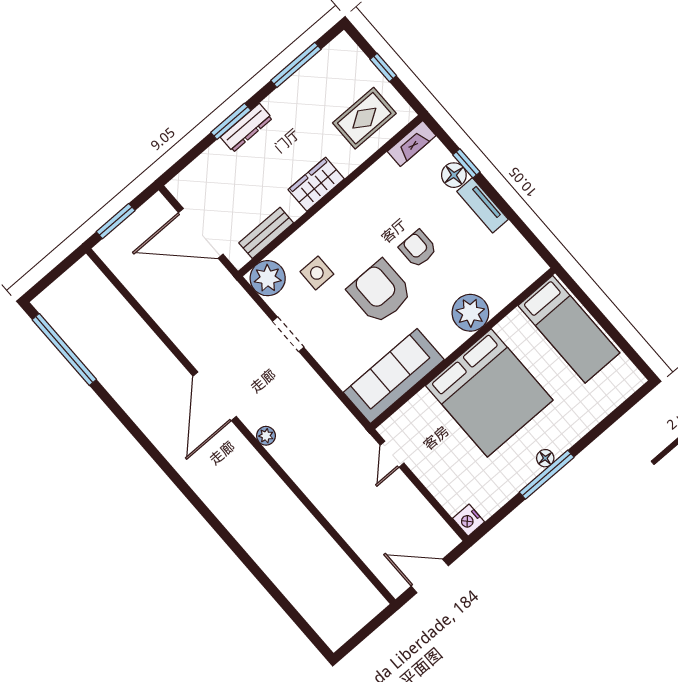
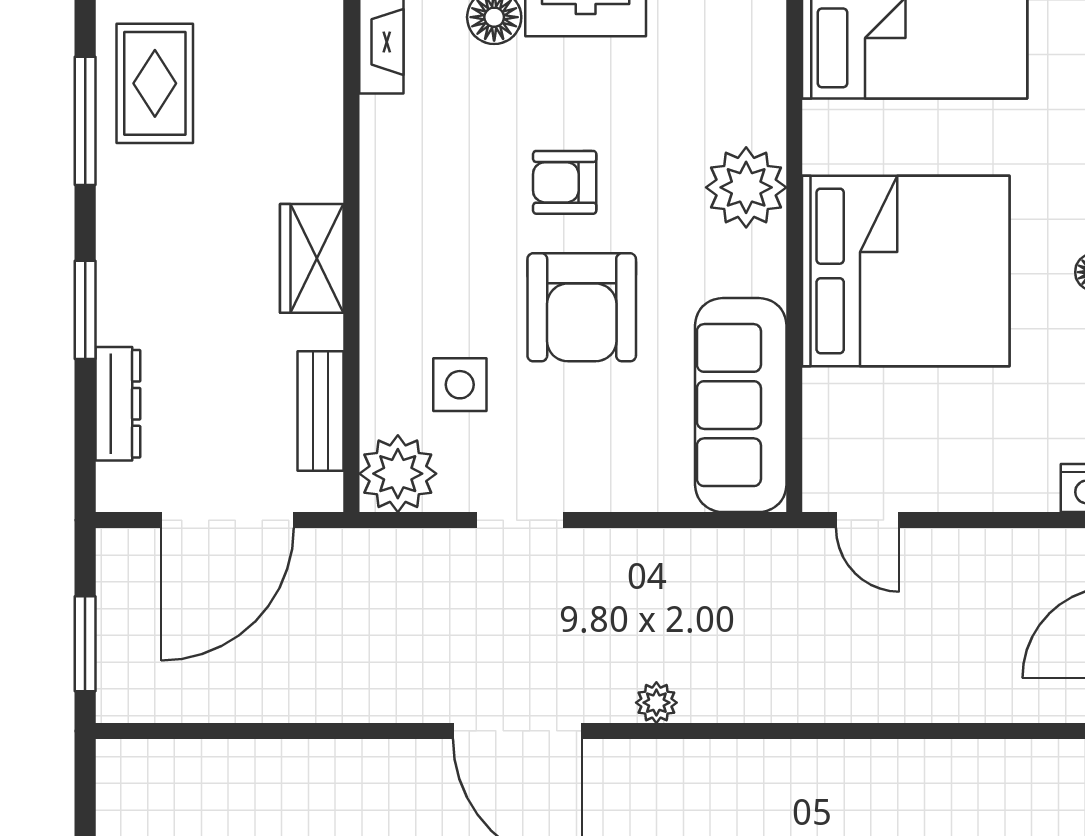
rug: (364, 118) -> (155, 83), moved
dresser: (246, 128) -> (118, 404), moved
armchair: (380, 292) -> (582, 307), turned -90

